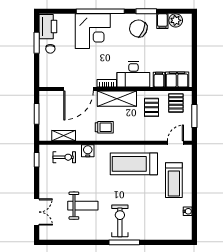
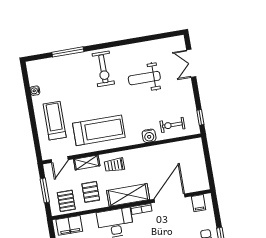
filing cabinet: (159, 80) -> (199, 203), moved
window: (37, 114) -> (209, 165), removed
trolley: (104, 127) -> (114, 165), moved
shelving: (64, 136) -> (87, 163), moved
window: (124, 242) -> (68, 52), moved

